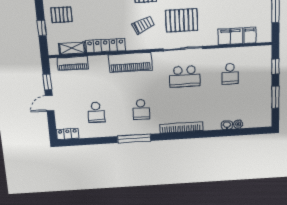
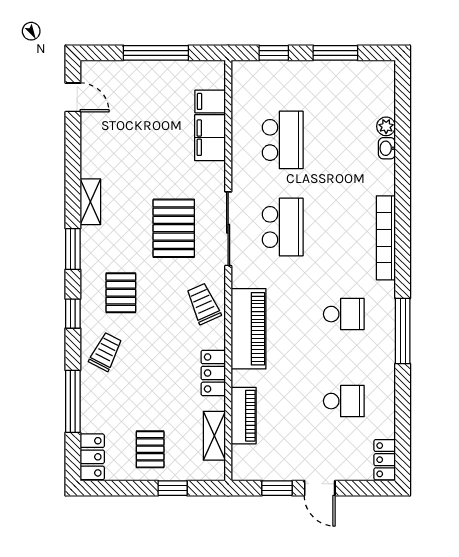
trolley: (143, 25) -> (203, 304), moved
locker: (105, 46) -> (213, 373), width x0.66
piano: (73, 63) -> (244, 416), moved
school desk: (230, 74) -> (283, 140), width x1.85

